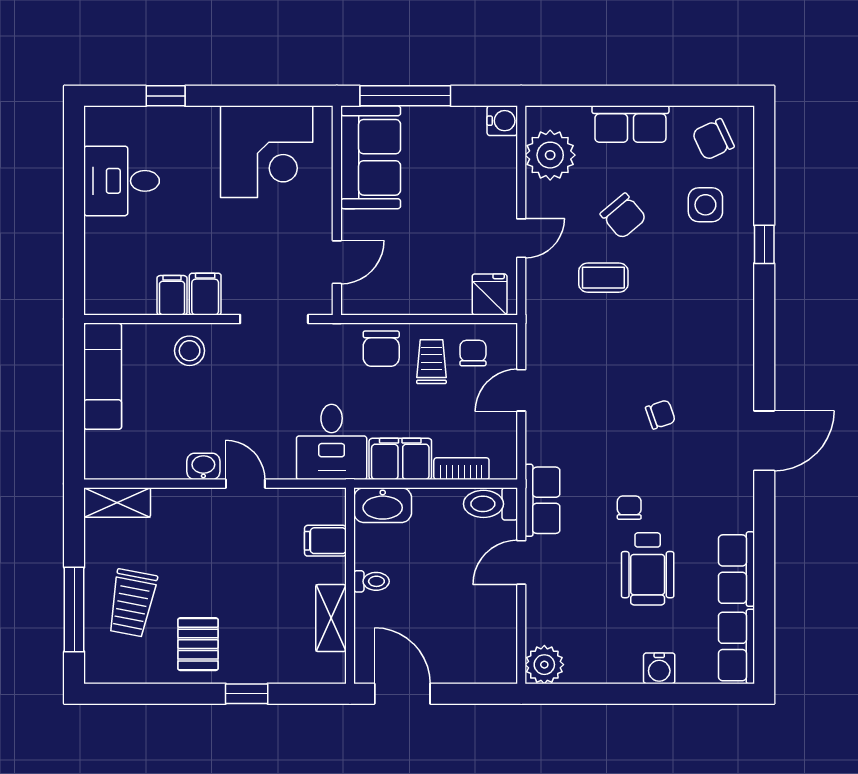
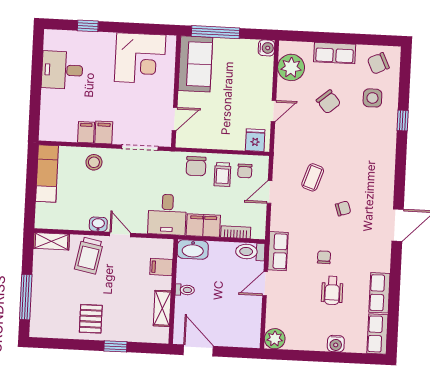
coffee table: (603, 278) -> (313, 177), moved, turned -71
chair: (473, 353) -> (245, 171), turned 180
trolley: (431, 362) -> (222, 174), turned 180
wheelchair: (648, 569) -> (332, 290), width x0.73, depth x0.73
trolley: (132, 603) -> (89, 256), moved

